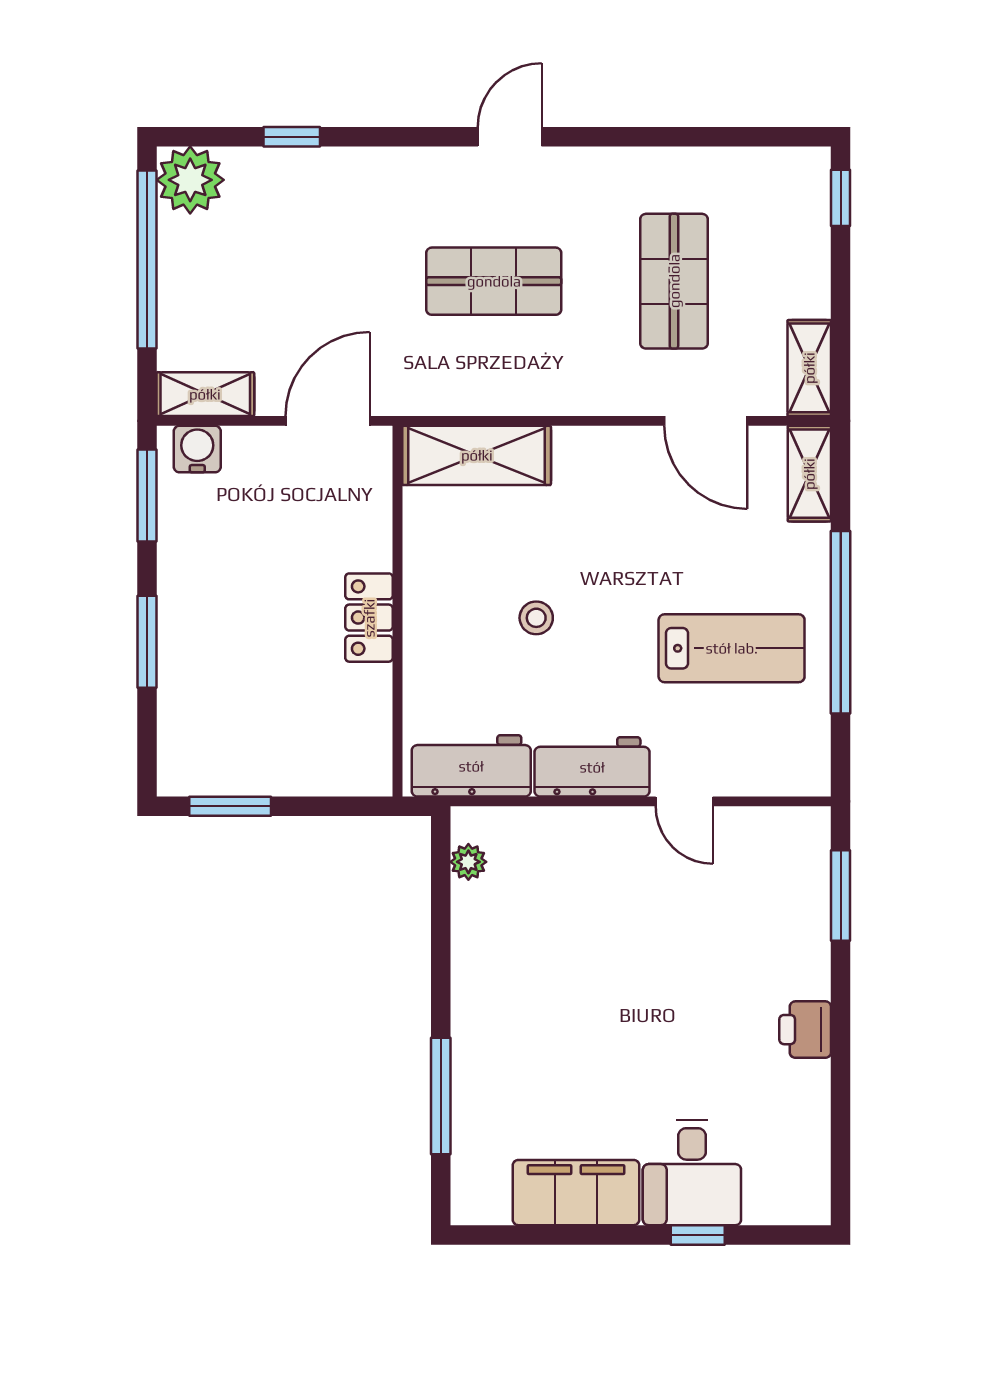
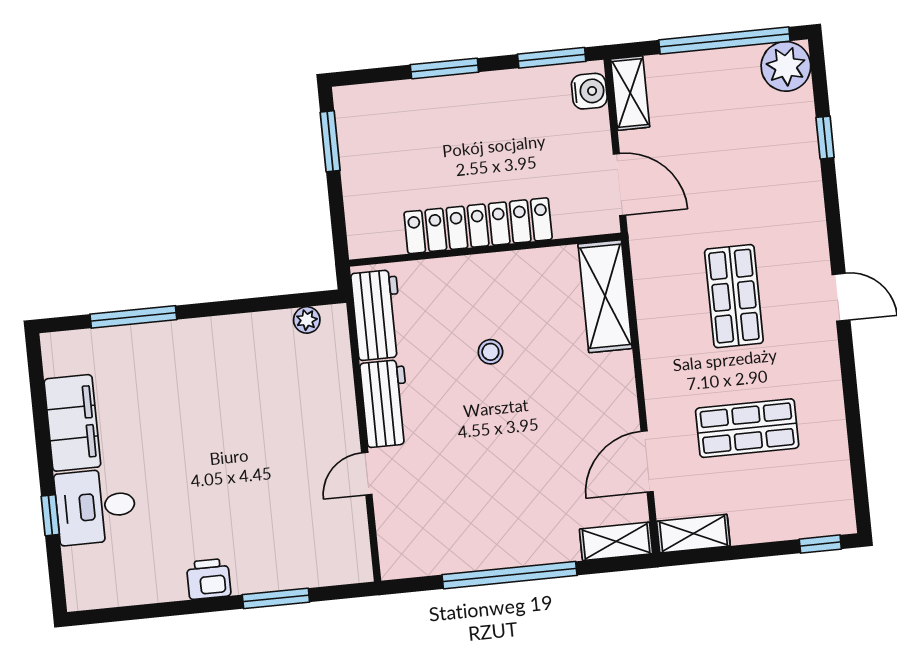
locker: (369, 618) -> (478, 226), width x2.16, depth x1.21
lab bench: (732, 648) -> (482, 497), removed
window: (841, 896) -> (276, 598), moved

